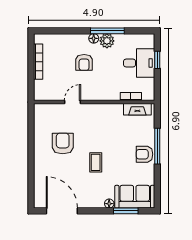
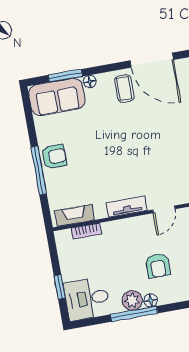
armchair: (84, 62) -> (158, 266), turned 180
desk: (139, 63) -> (87, 299), moved
tv unit: (99, 109) -> (127, 207), added
armchair: (63, 144) -> (167, 151), removed
coffee table: (96, 162) -> (124, 89), moved

